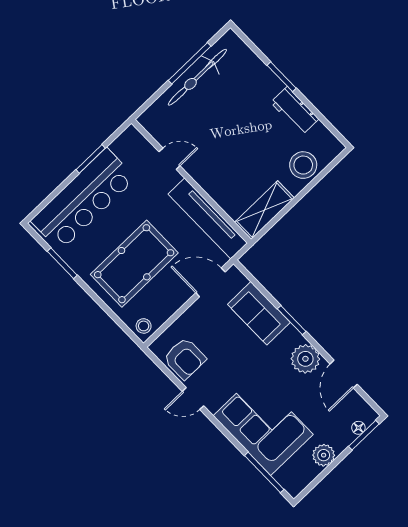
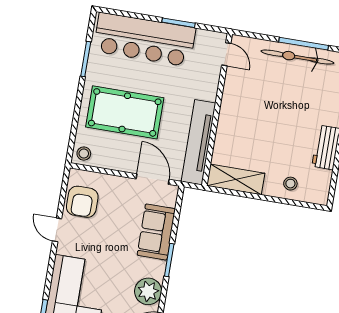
door: (170, 159) -> (226, 54), moved
stool: (303, 165) -> (290, 184), width x0.53, depth x0.53

